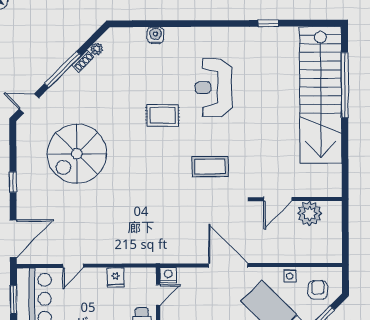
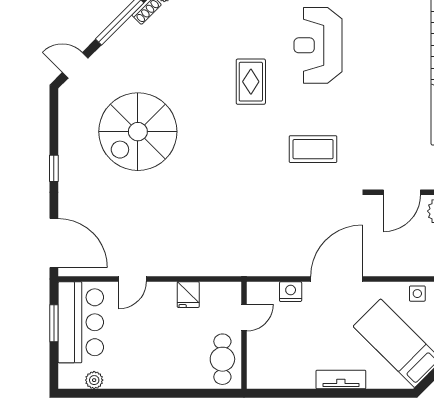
rug: (163, 115) -> (251, 82), turned 90
door: (13, 239) -> (54, 243), hinge flipped
door: (228, 265) -> (337, 279), hinge flipped
nightstand: (168, 275) -> (291, 292), moved

